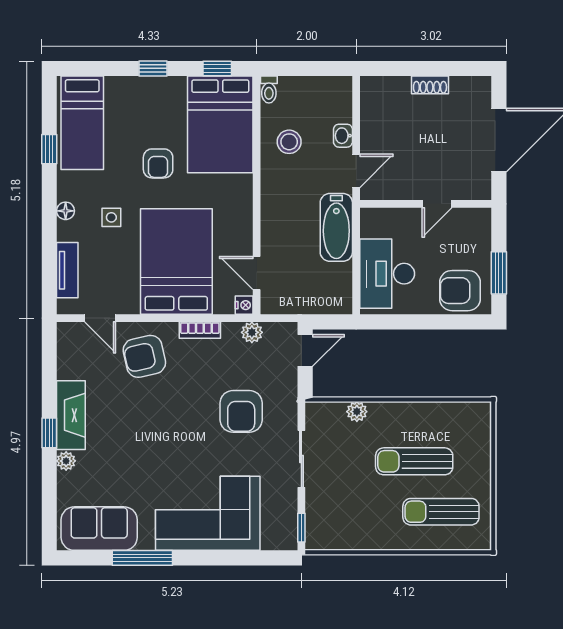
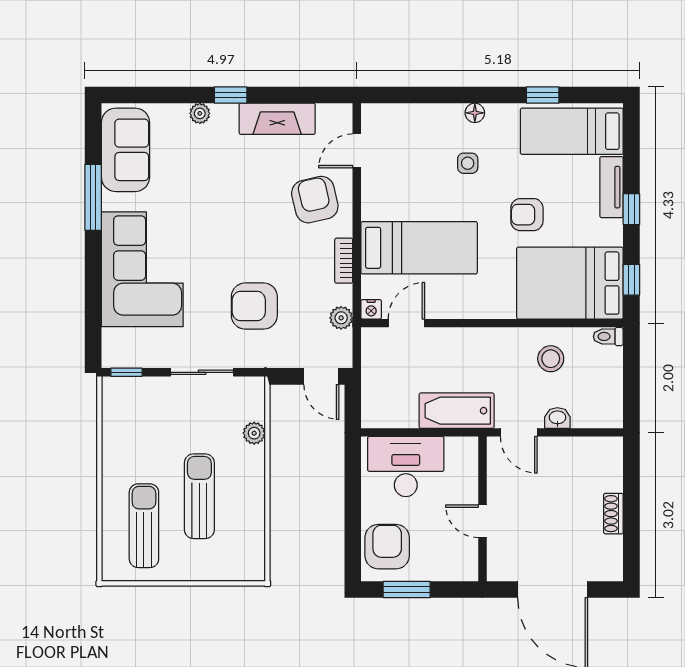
bed: (176, 262) -> (419, 248), width x0.67
tv unit: (67, 270) -> (612, 187), moved, turned 90
fireplace: (71, 415) -> (277, 119), moved

